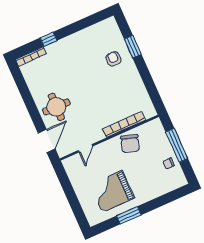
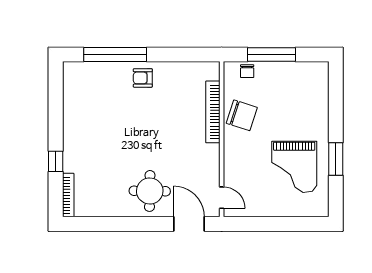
window: (133, 47) -> (115, 54), width x2.11
armchair: (113, 59) -> (143, 78), moved
door: (85, 148) -> (222, 198), moved
chair: (169, 163) -> (247, 71), moved

